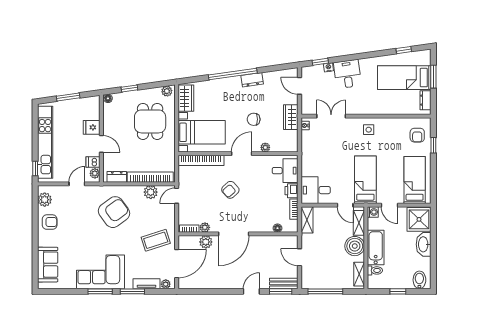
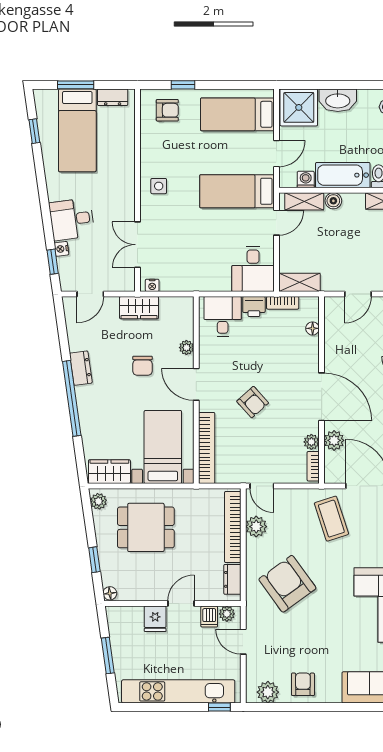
washing machine: (373, 212) -> (306, 180), moved
boiler: (355, 246) -> (333, 201), width x0.54, depth x0.54

